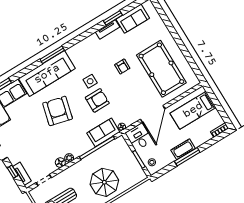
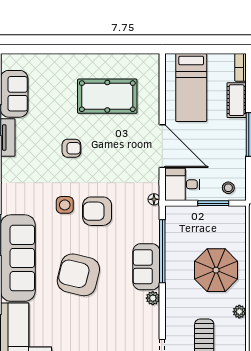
pool table: (161, 69) -> (107, 96), width x0.73, depth x0.76
armchair: (97, 100) -> (97, 211), turned -90
sofa: (103, 132) -> (146, 267), moved
cot: (183, 149) -> (237, 100), moved
floor lamp: (60, 163) -> (152, 314), removed

